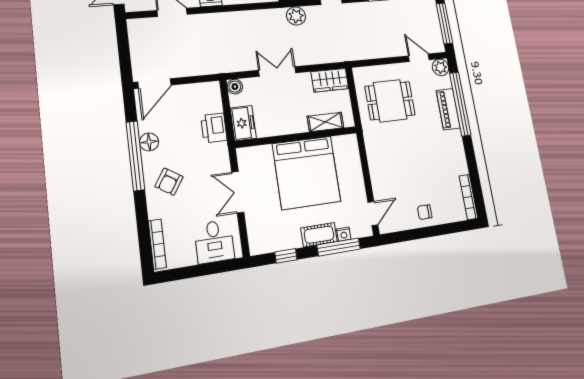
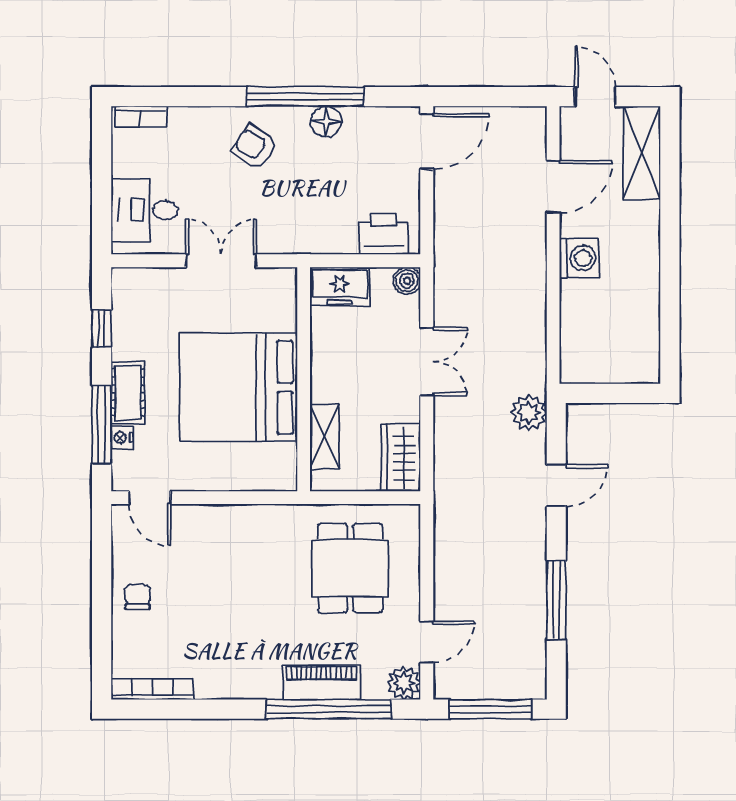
door: (154, 84) -> (427, 142), swing flipped
printer: (214, 128) -> (384, 234), moved
bookcase: (157, 244) -> (140, 116), width x0.64

